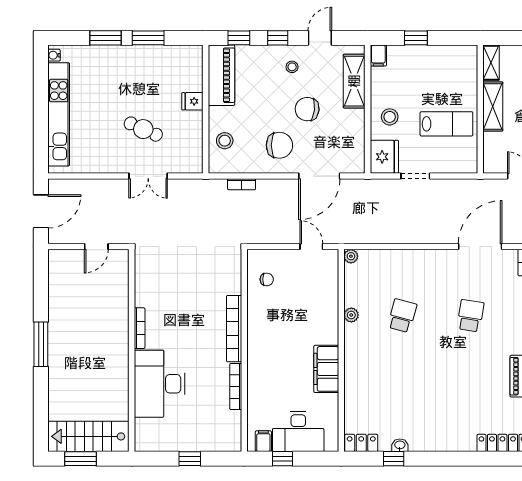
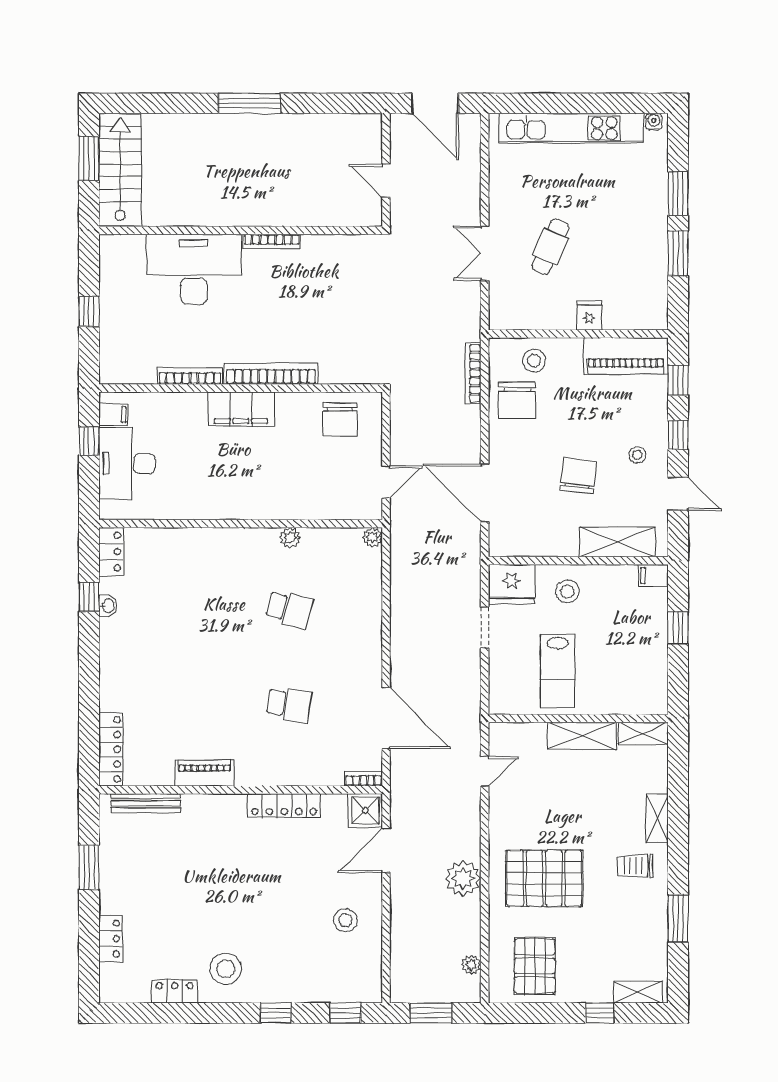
chair: (279, 145) -> (517, 400), moved
bookcase: (242, 184) -> (473, 373), width x1.56
chair: (267, 279) -> (340, 419), width x1.87, depth x1.87
filing cabinet: (326, 369) -> (241, 409), moved, turned 180

